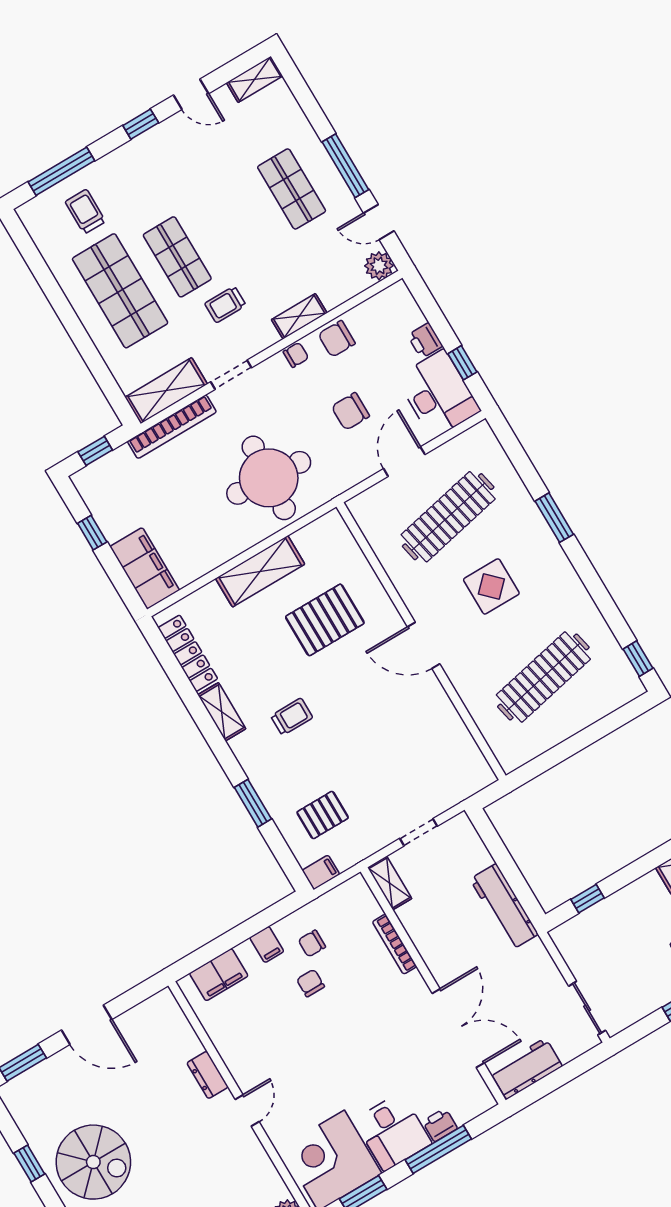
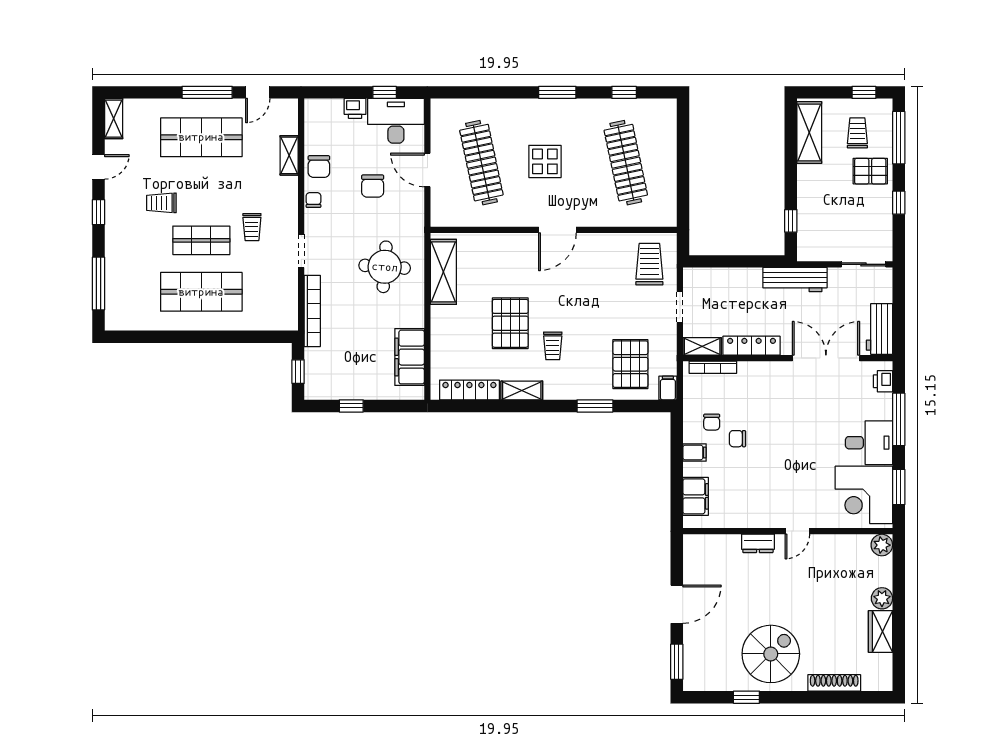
shop shelf: (292, 189) -> (201, 137), width x1.43, depth x1.36
trolley: (85, 212) -> (161, 203), moved
plant: (379, 266) -> (287, 110), removed
shelving: (299, 316) -> (289, 155), moved
shelving: (166, 391) -> (286, 301), removed
round table: (269, 478) -> (385, 267), width x0.73, depth x0.73
window: (554, 518) -> (557, 92), moved
filing cabinet: (145, 568) -> (410, 357), moved, turned -90
shelving: (260, 571) -> (443, 272), moved
pallet: (325, 620) -> (510, 323), moved
window: (638, 659) -> (624, 92), moved
trolley: (292, 717) -> (553, 346), turned 180
trolley: (446, 770) -> (649, 264), added
pallet: (323, 815) -> (630, 364), width x1.50, depth x1.42
workbench: (504, 907) -> (795, 280), moved
locker: (423, 937) -> (752, 346), added
bookcase: (395, 944) -> (713, 367), moved
door: (247, 1111) -> (797, 531), swing flipped
printer: (440, 1125) -> (883, 381), moved

